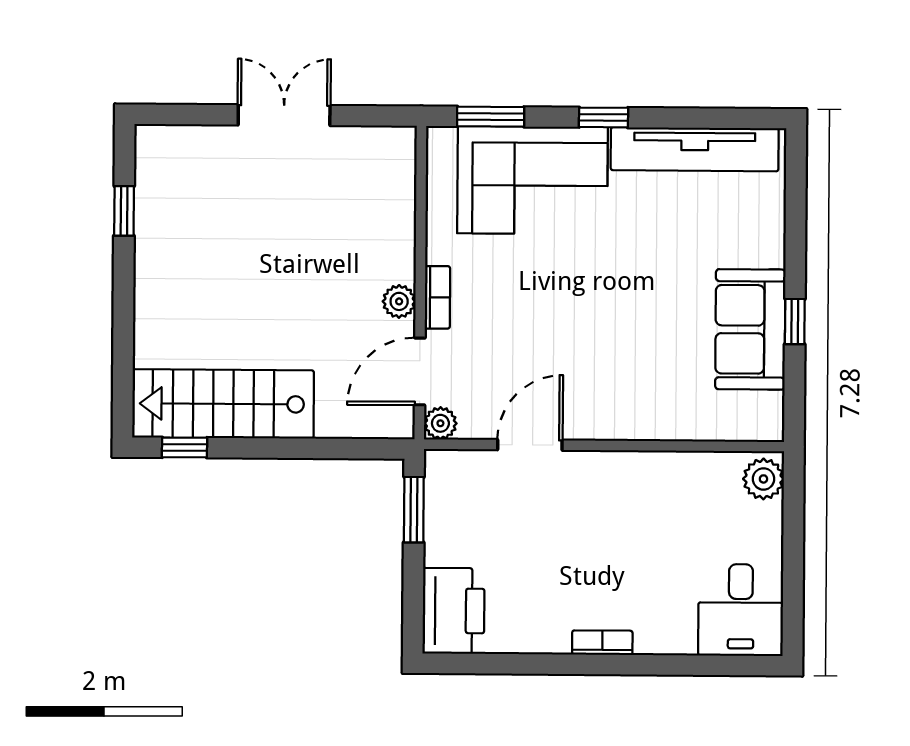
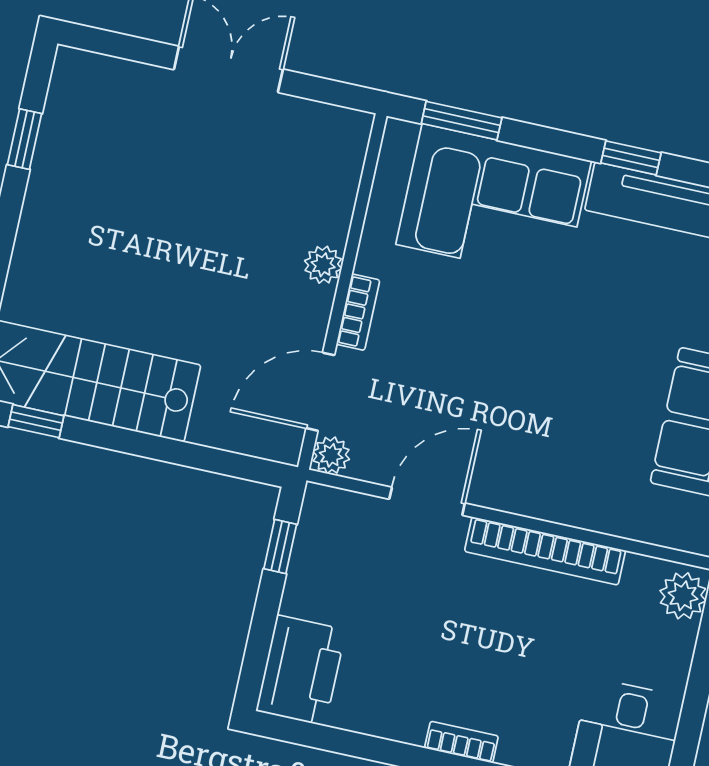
window: (603, 117) -> (631, 158), moved
plant: (399, 301) -> (323, 265), moved
bookcase: (639, 466) -> (545, 551), added
window: (414, 510) -> (280, 547), width x0.67

